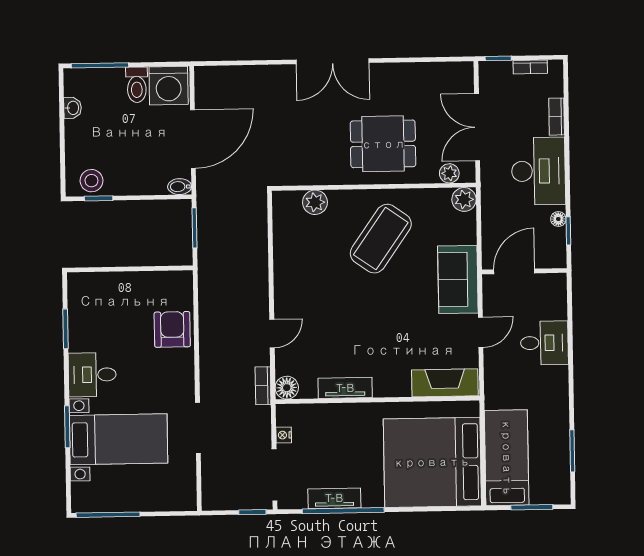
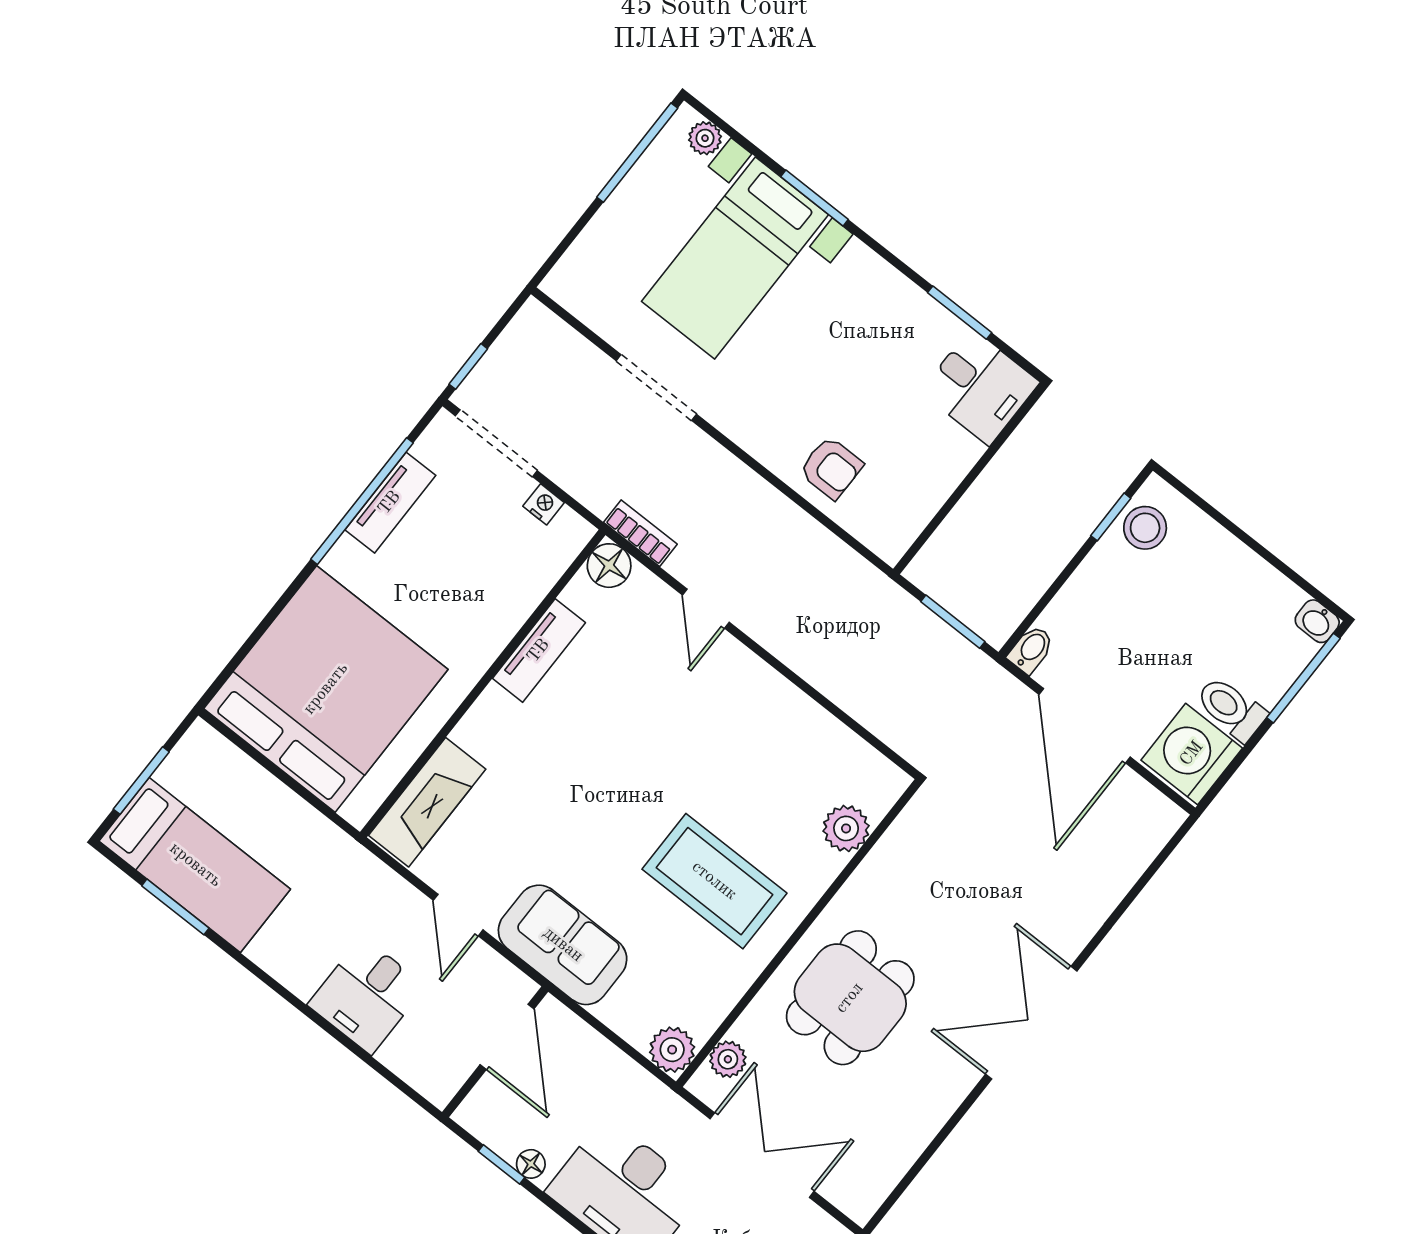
washbasin: (73, 108) -> (1317, 621), moved
coffee table: (381, 239) -> (714, 881), turned -35
armchair: (172, 329) -> (831, 468), width x0.72, depth x0.72
desk: (92, 375) -> (980, 387), moved, turned 90
bed: (507, 458) -> (195, 865), moved
plant: (79, 492) -> (705, 138), added

